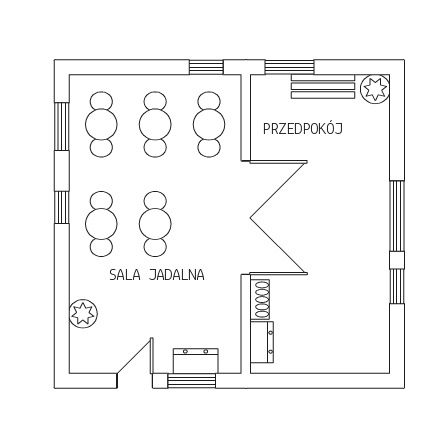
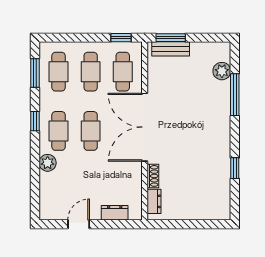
bench: (323, 86) -> (171, 49), moved
plant: (375, 89) -> (222, 71), moved
window: (397, 216) -> (235, 95), moved
double door: (246, 218) -> (145, 127), swing flipped
plant: (83, 314) -> (48, 163), moved
window: (192, 381) -> (113, 224), removed

